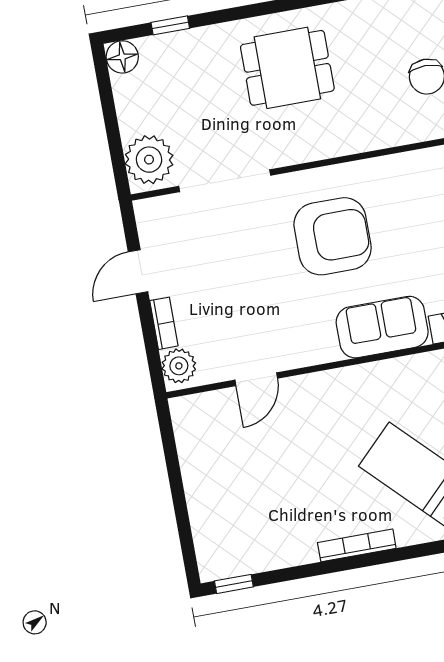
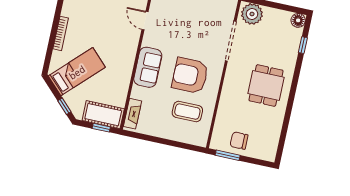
coffee table: (411, 211) -> (187, 112), added
armchair: (333, 236) -> (190, 76), turned 90
sofa: (382, 327) -> (148, 67), moved

